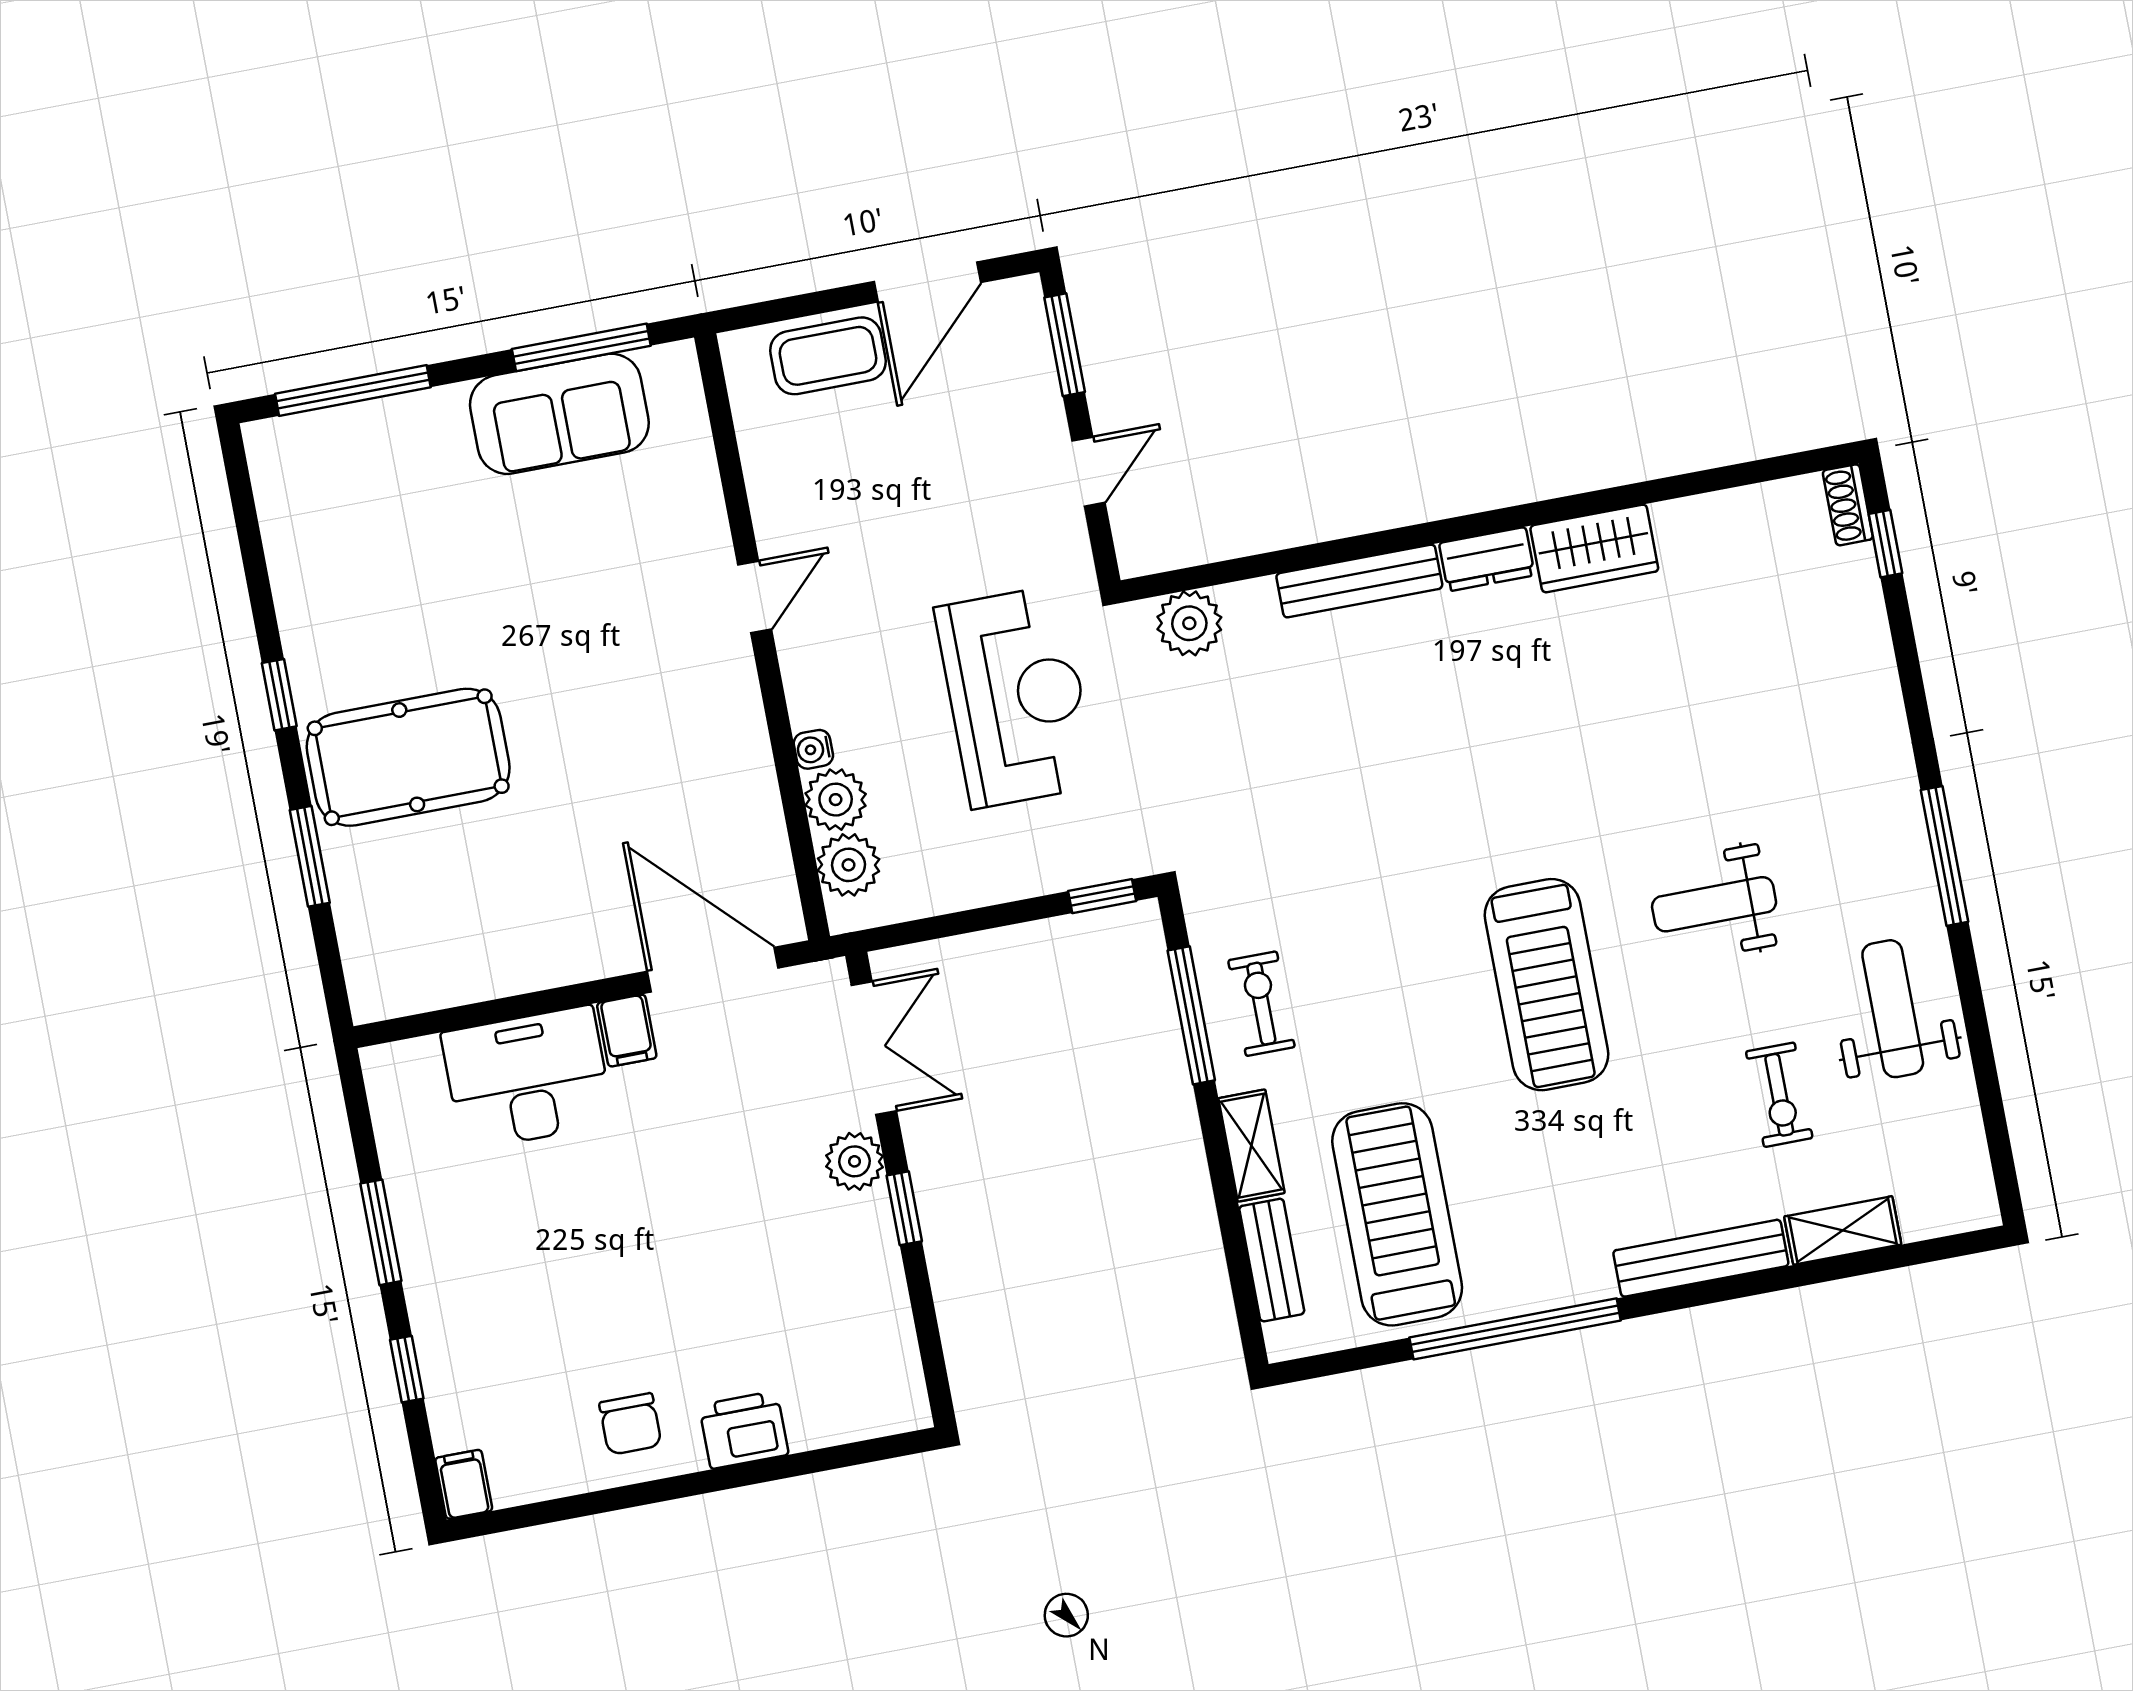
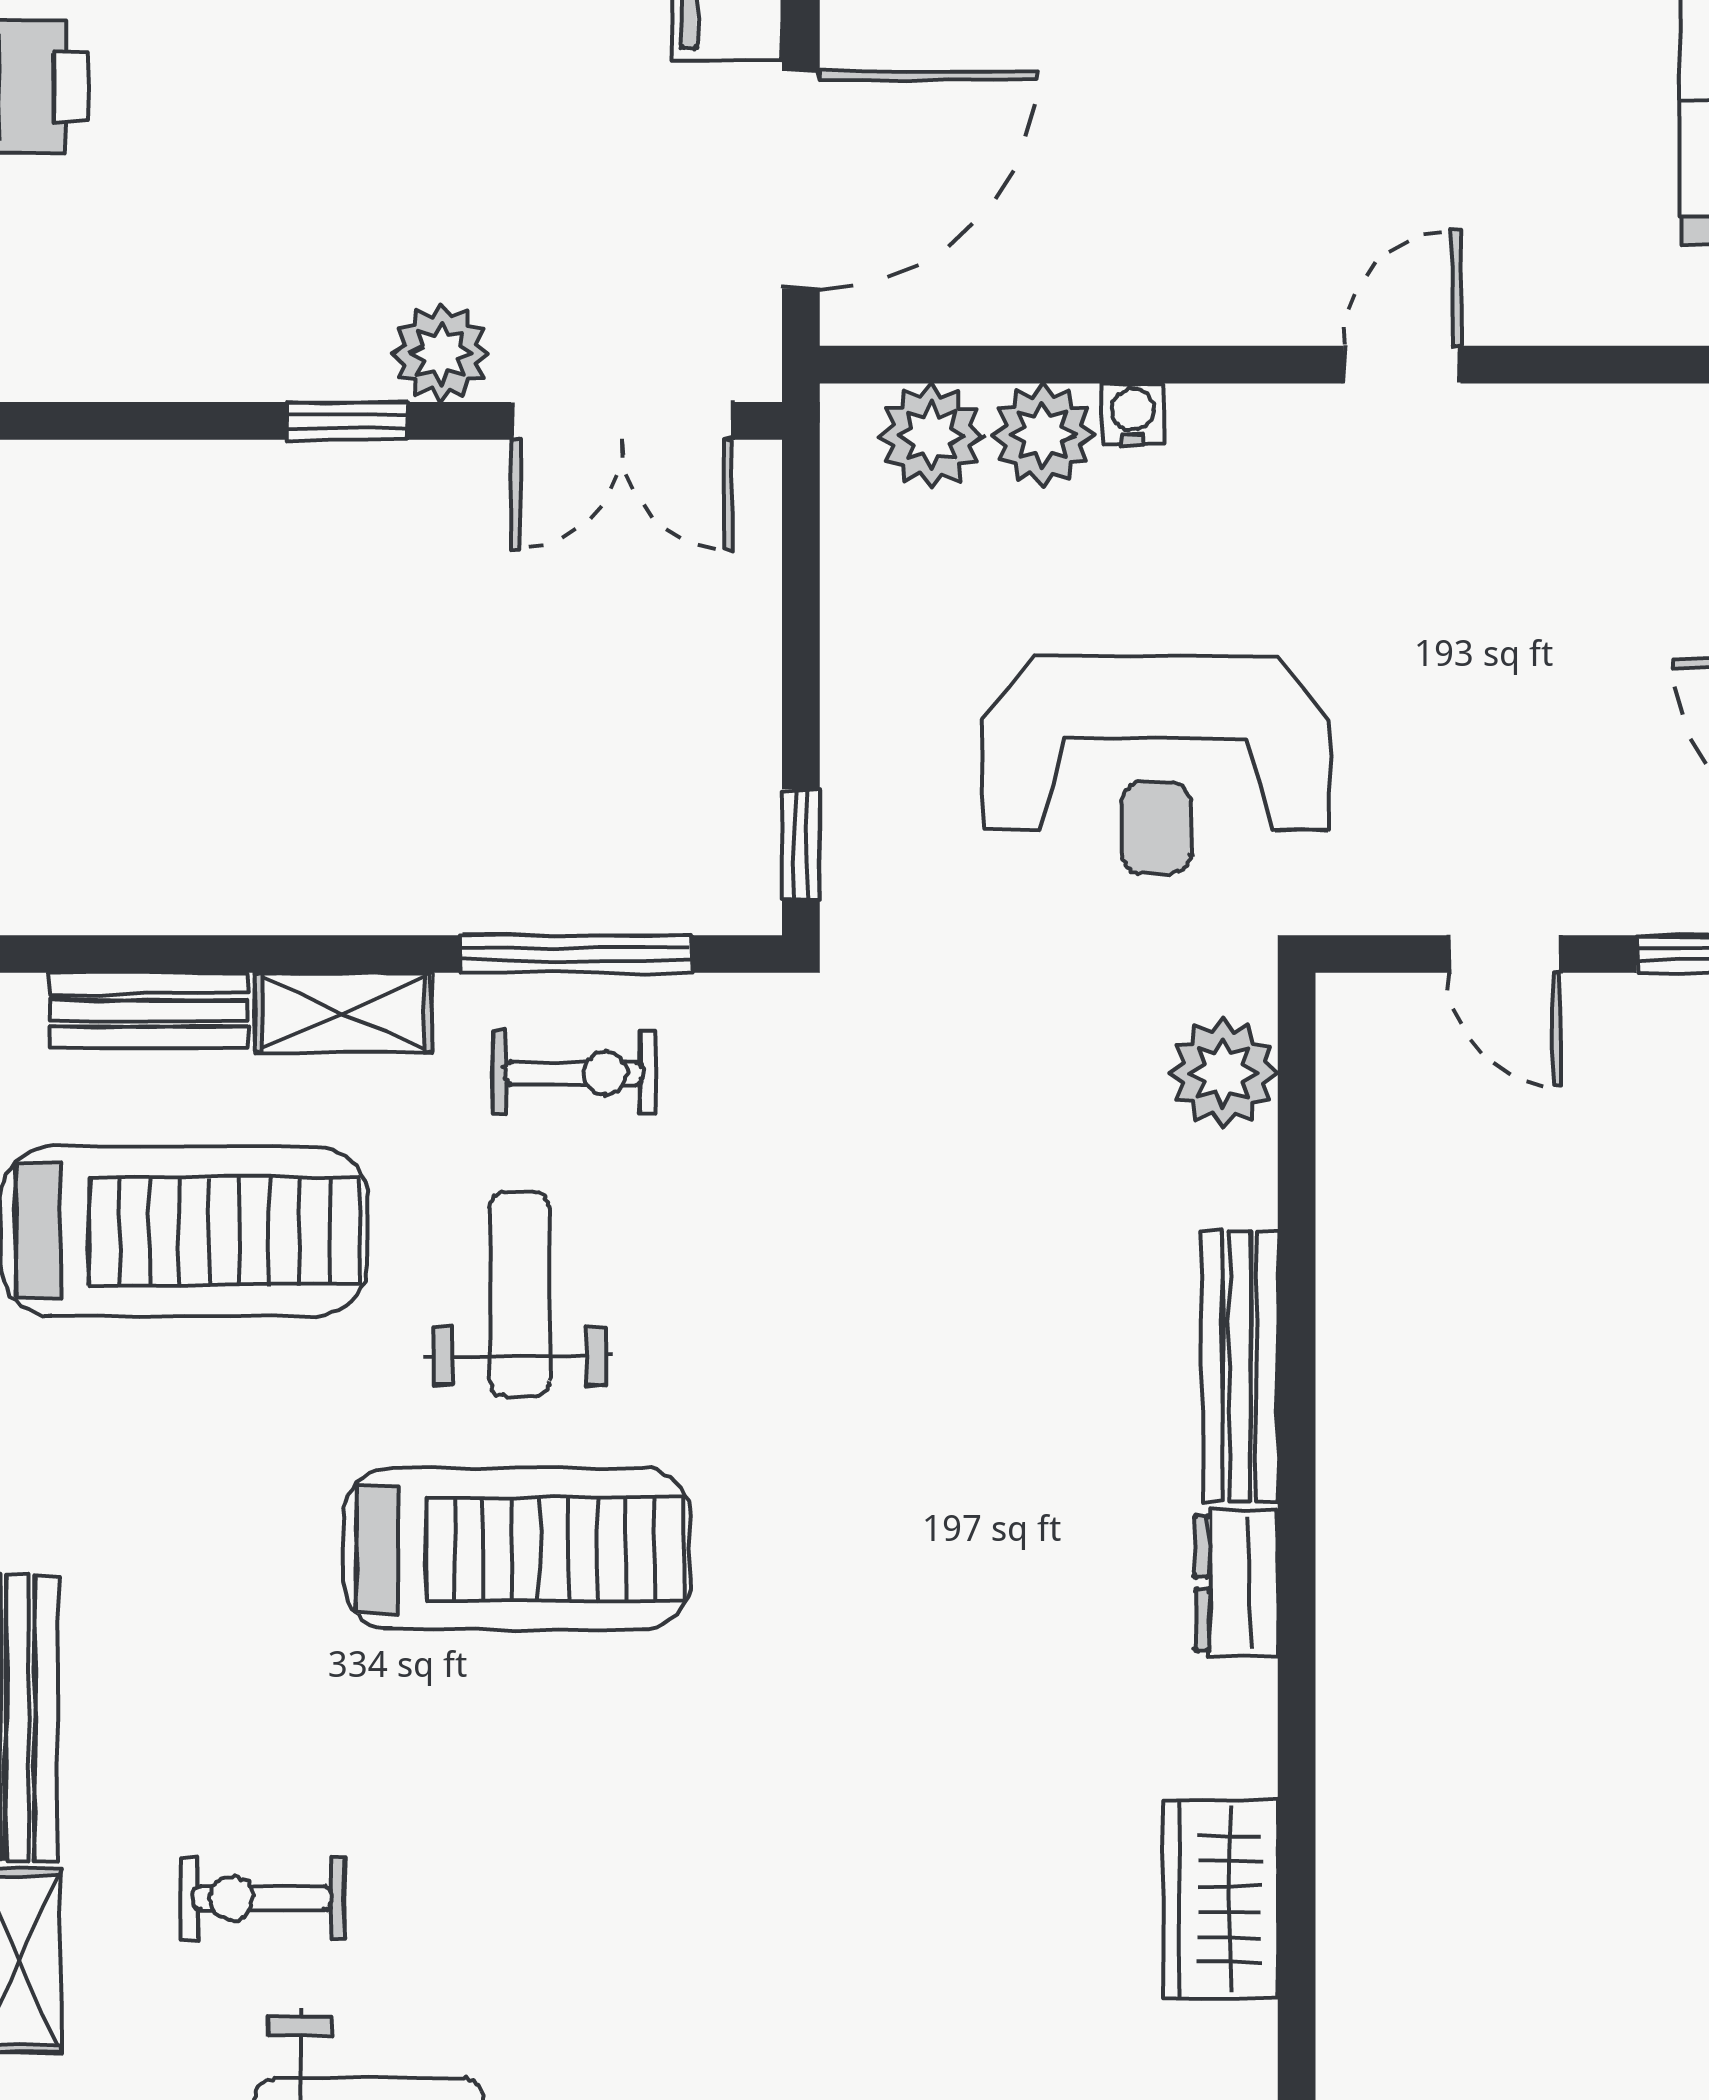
wardrobe: (1594, 548) -> (1220, 1899), moved
door: (755, 597) -> (1402, 365), swing flipped
weight bench: (1714, 904) -> (520, 1294), moved
treadmill: (1547, 985) -> (517, 1549), turned 180

